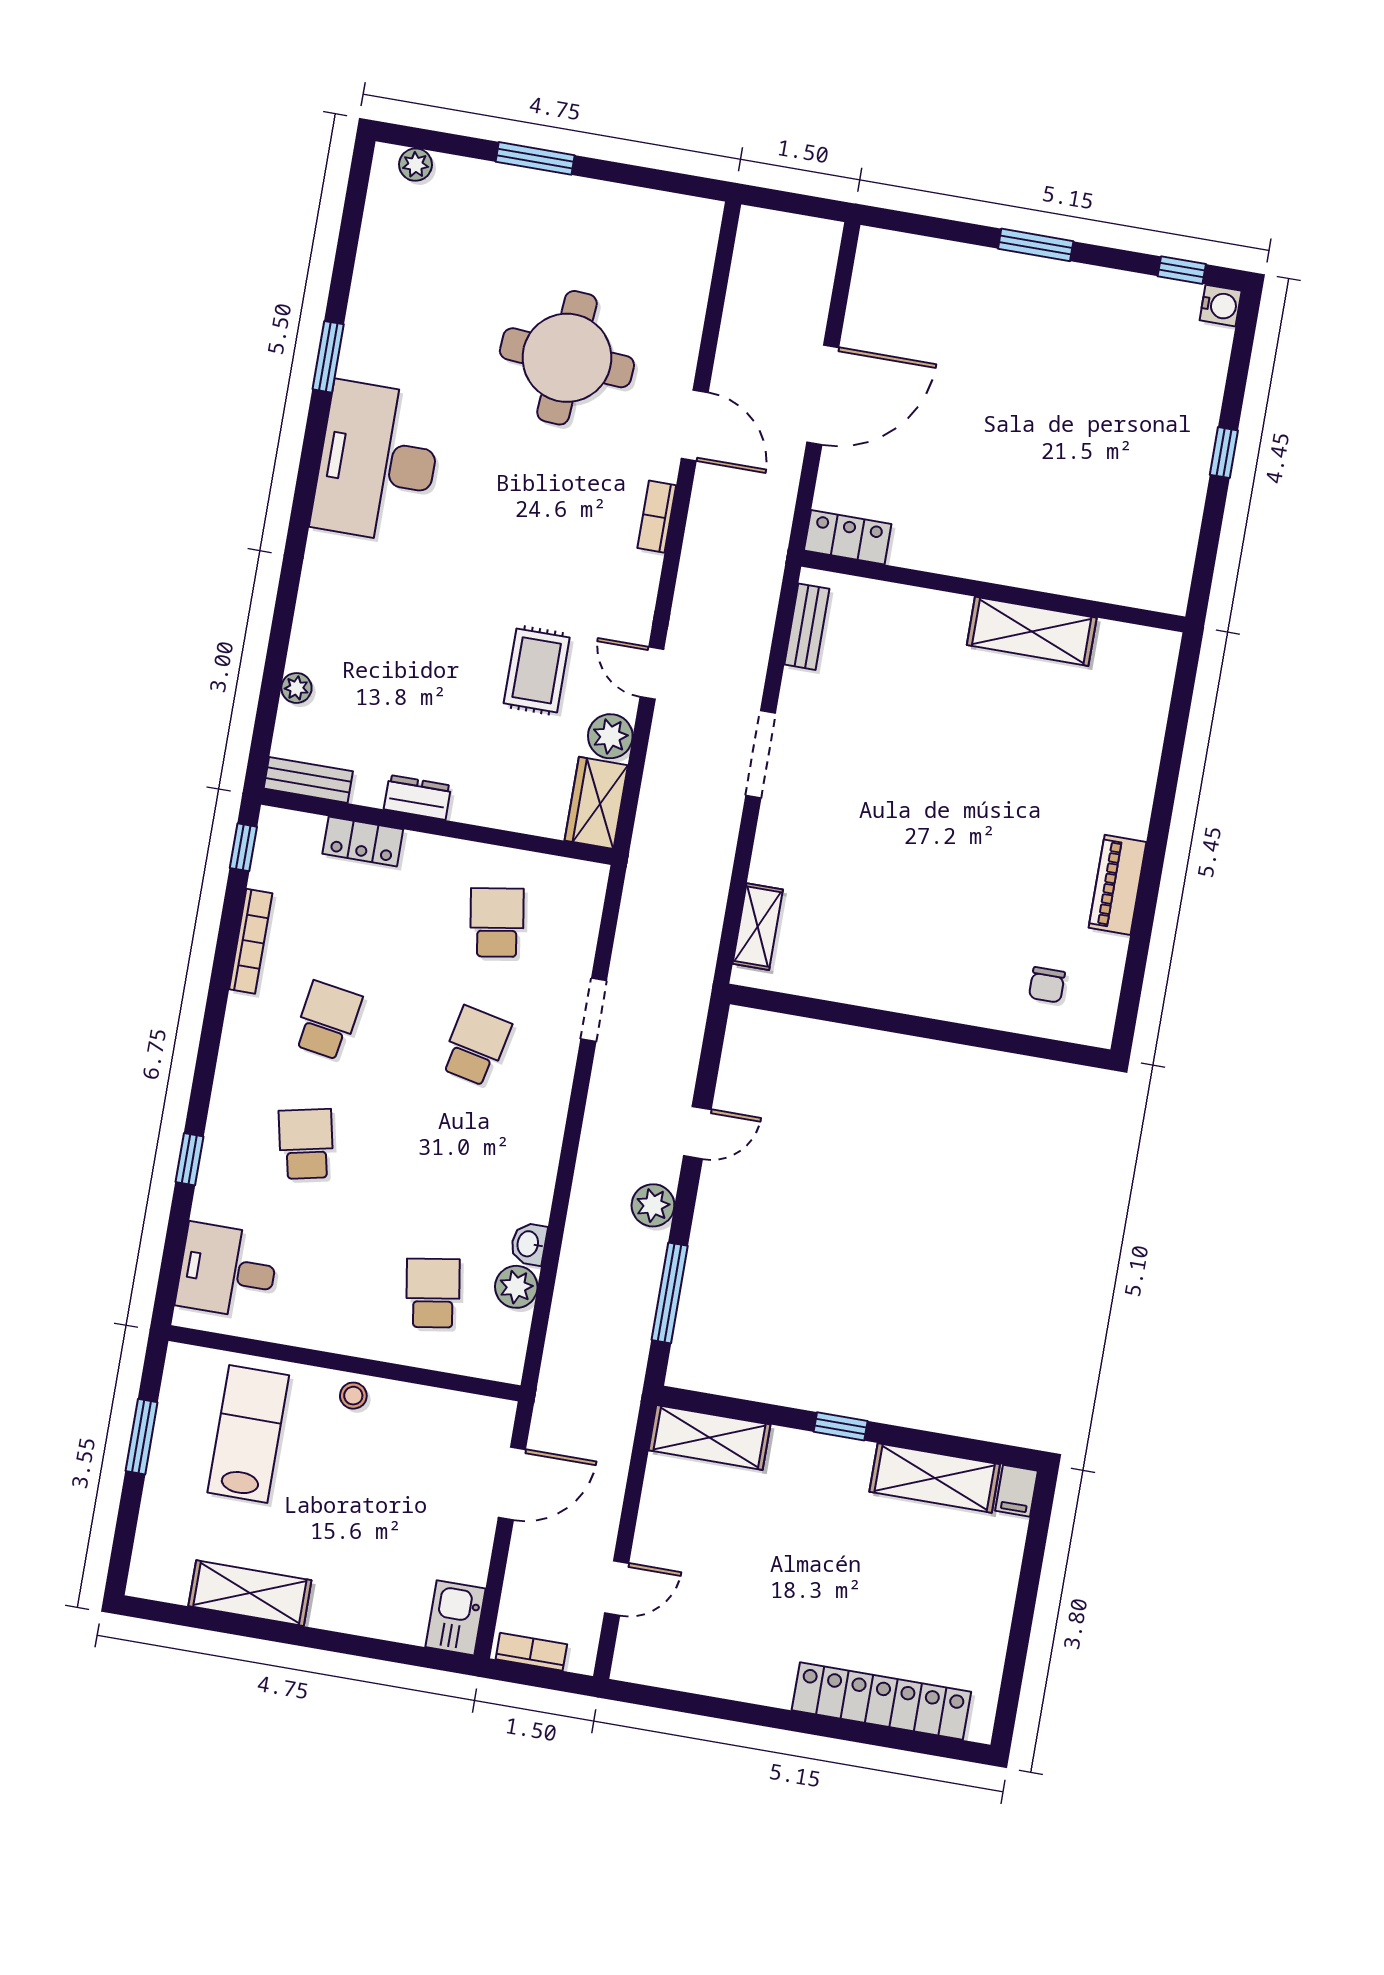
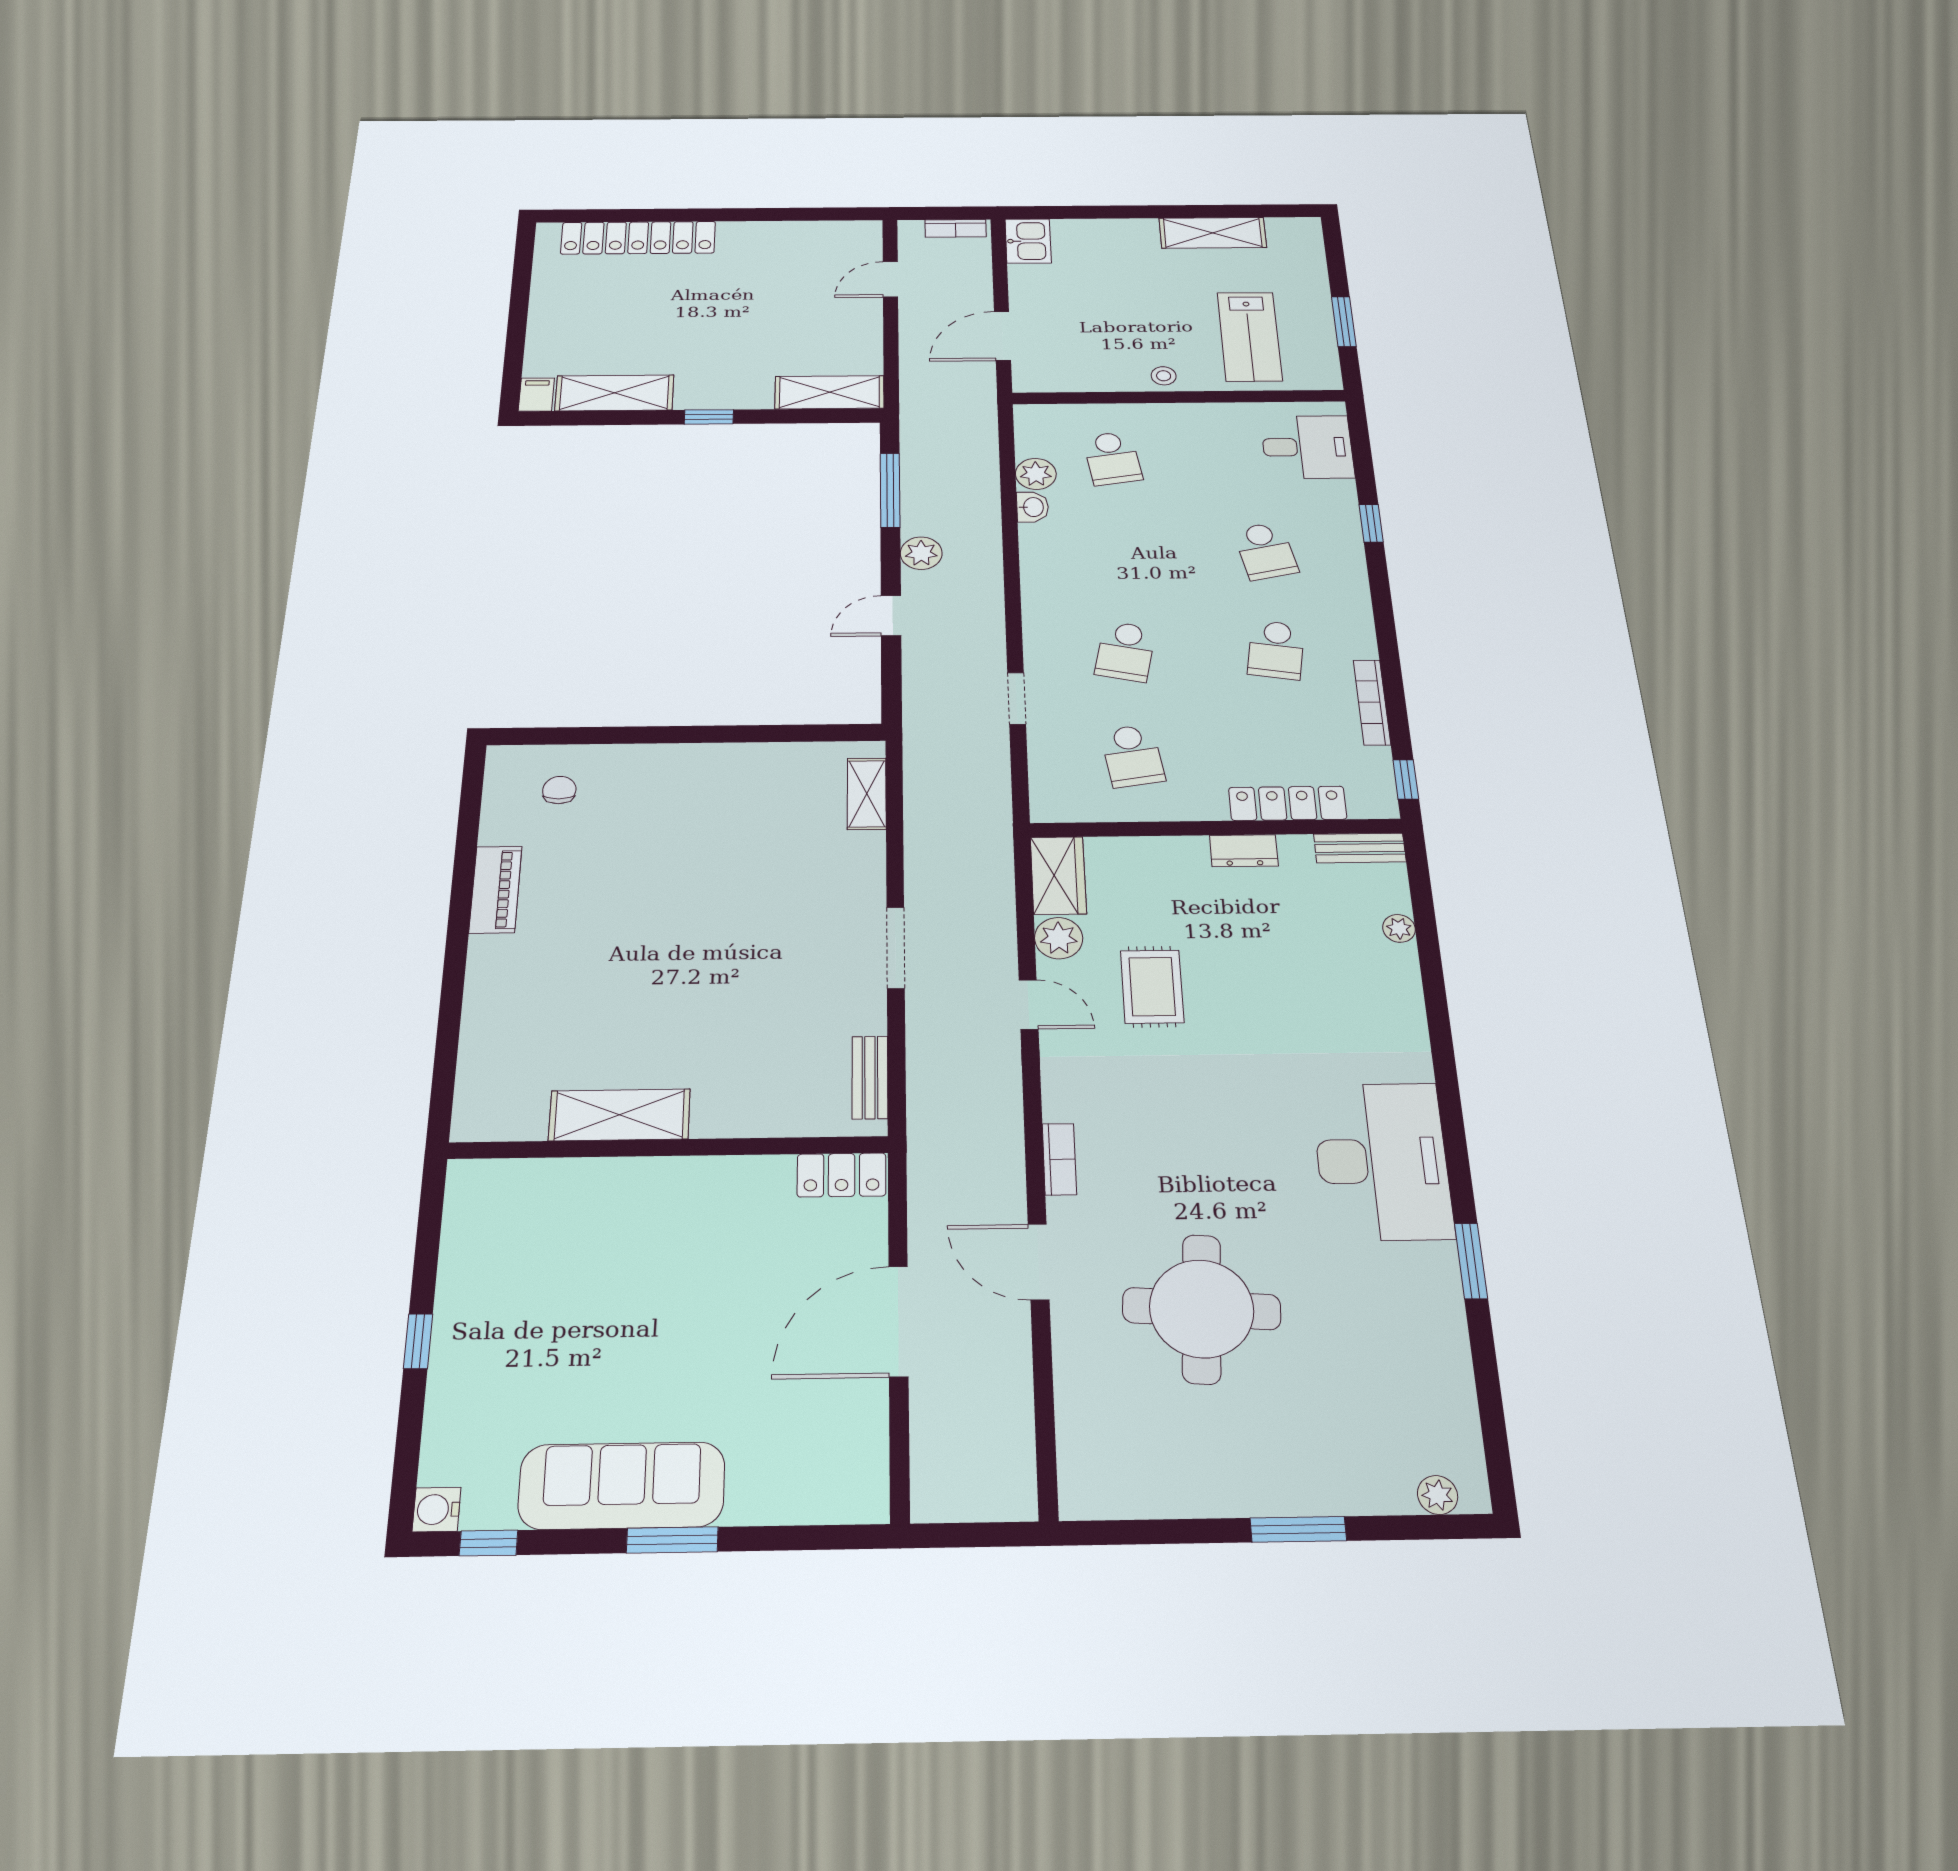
sofa: (1070, 297) -> (622, 1486), added
locker: (363, 842) -> (1288, 803), width x1.53

